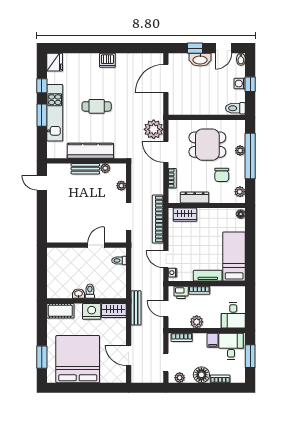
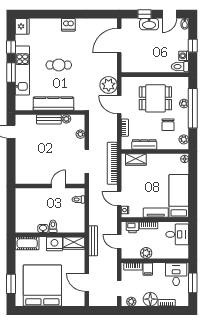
washing machine: (240, 84) -> (184, 56), moved
desk: (233, 315) -> (177, 234), moved, turned -90
filing cabinet: (213, 340) -> (148, 269), moved

